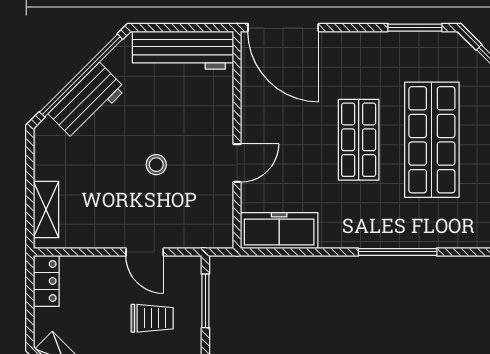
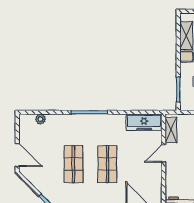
shop shelf: (432, 140) -> (73, 164), width x0.70, depth x0.74
shelving: (221, 214) -> (171, 130), added

